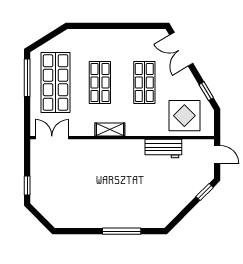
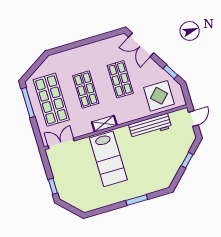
workbench: (163, 149) -> (150, 126), width x1.38
door: (217, 155) -> (193, 119), hinge flipped
lab bench: (102, 173) -> (108, 159), added
window: (205, 192) -> (187, 160), moved
window: (122, 231) -> (137, 200), width x0.69

